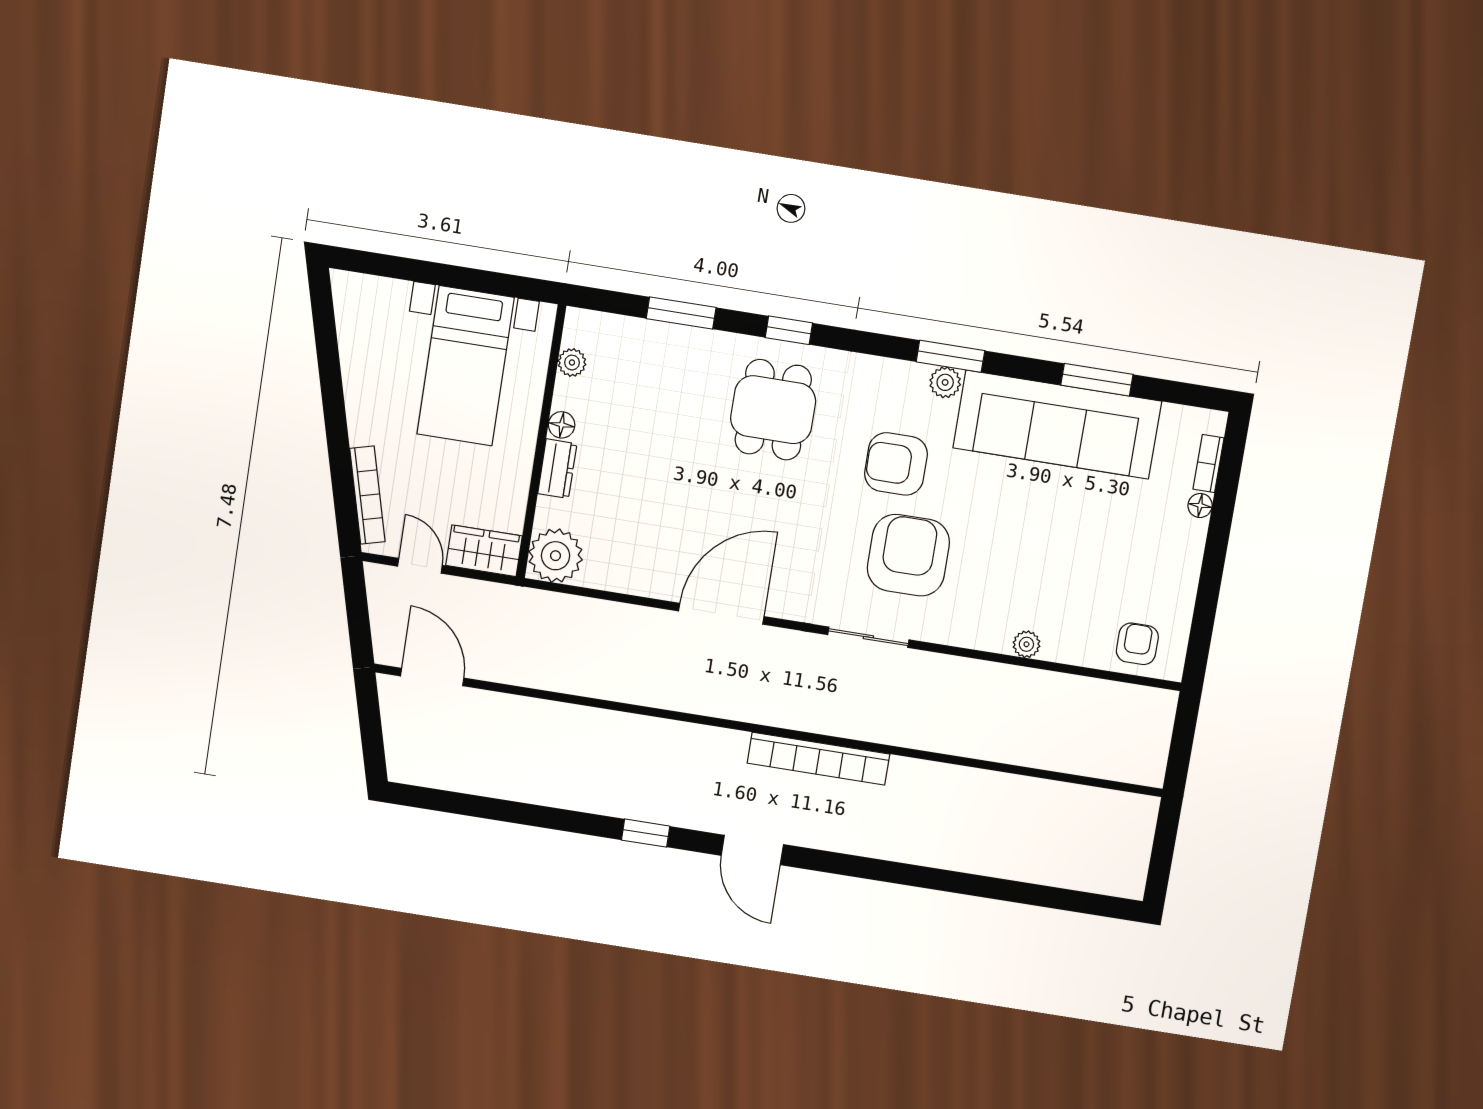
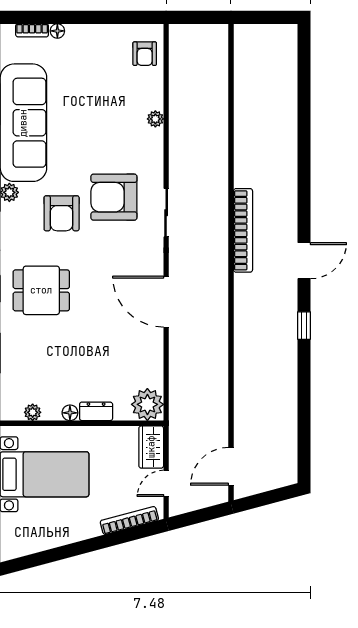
armchair: (1137, 644) -> (145, 54), turned -90

